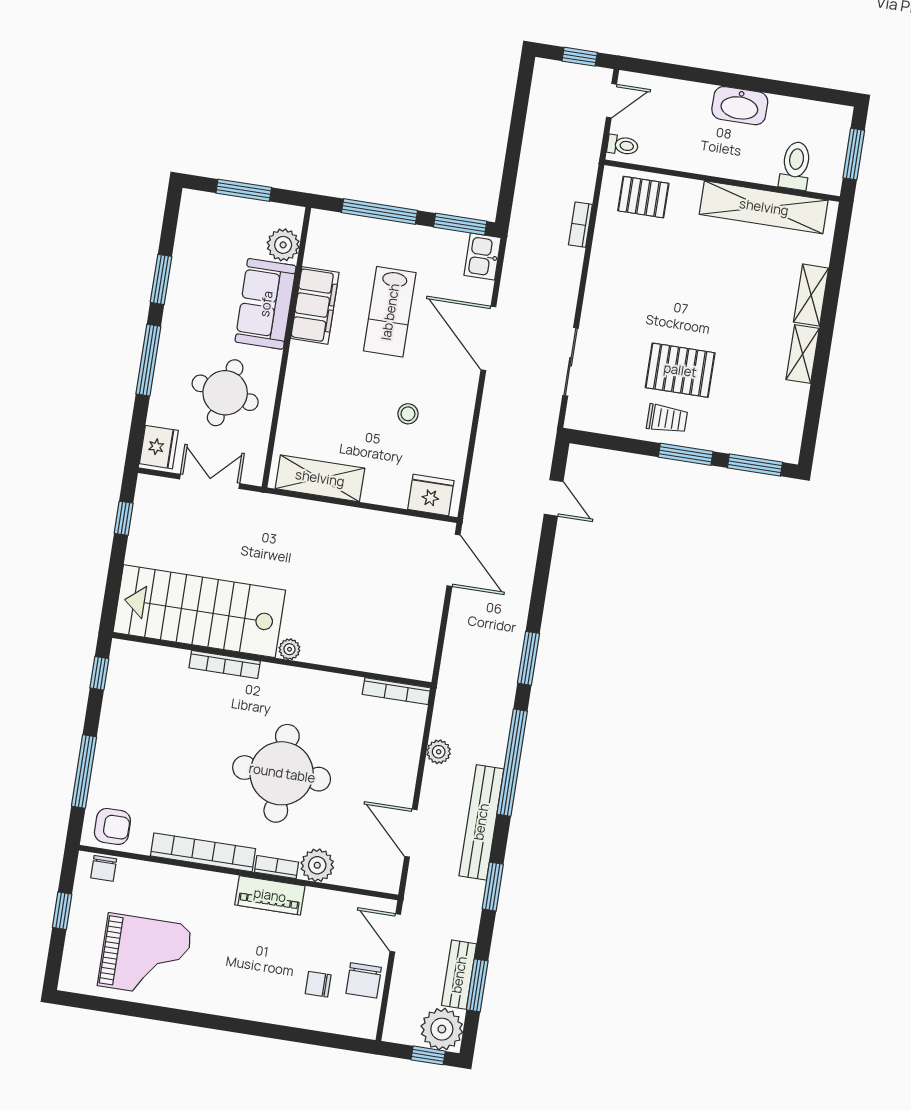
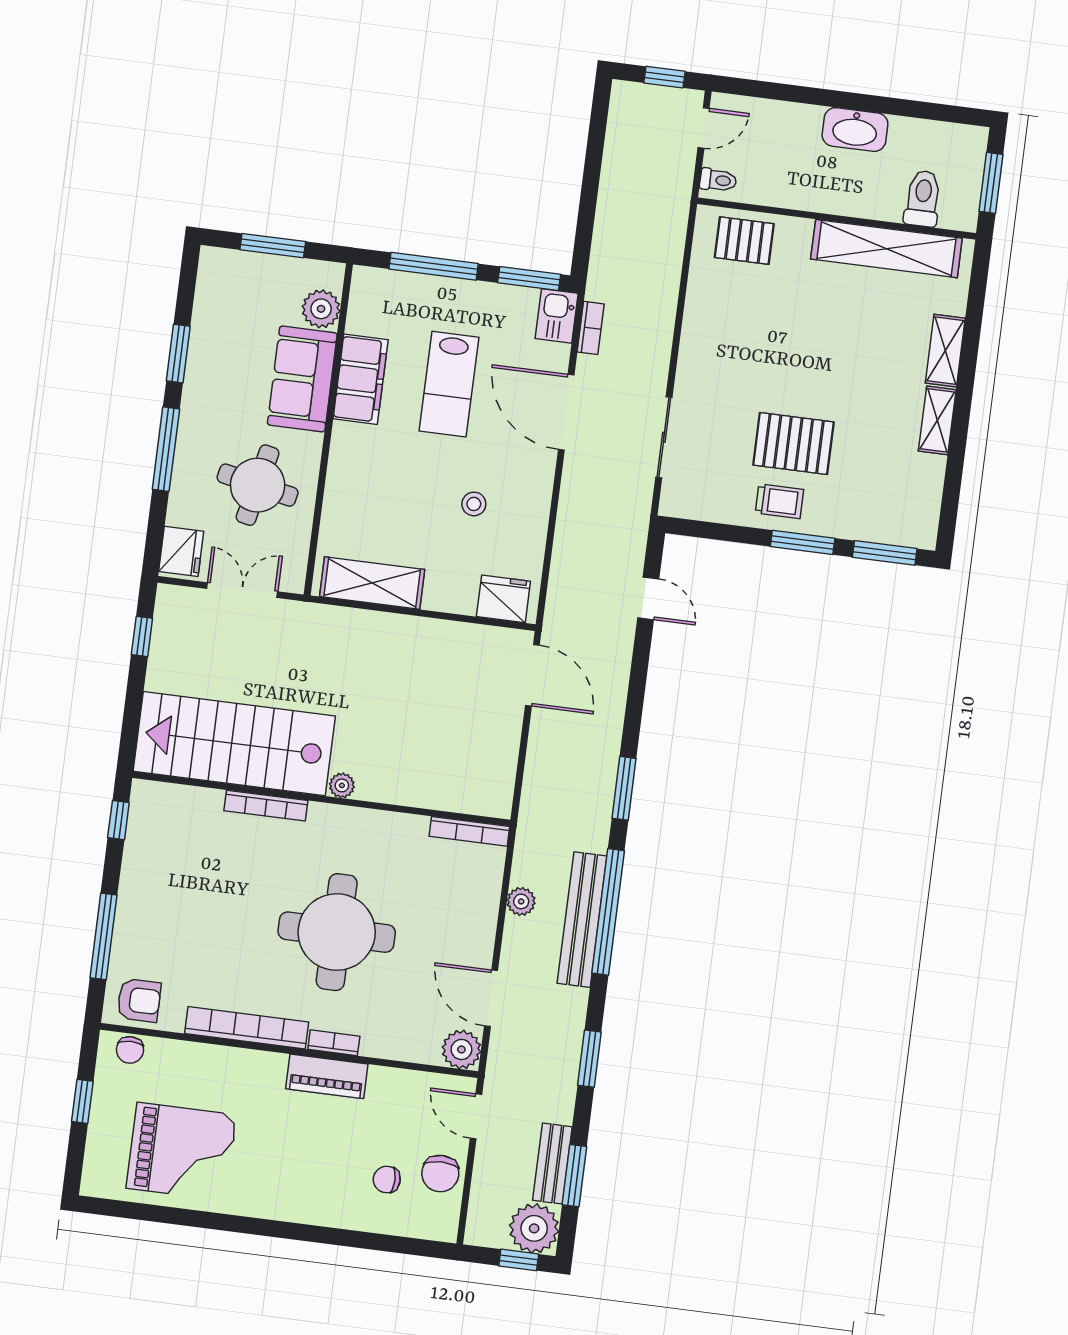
bookcase: (580, 225) -> (591, 328), moved, turned 180
bench: (481, 822) -> (582, 920), moved
plant: (317, 865) -> (461, 1049), moved

